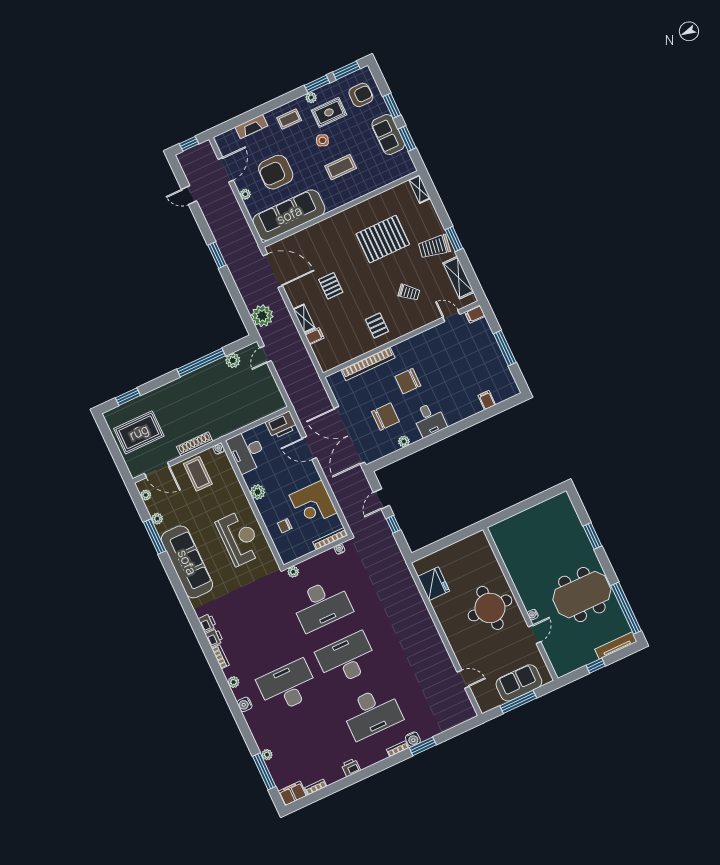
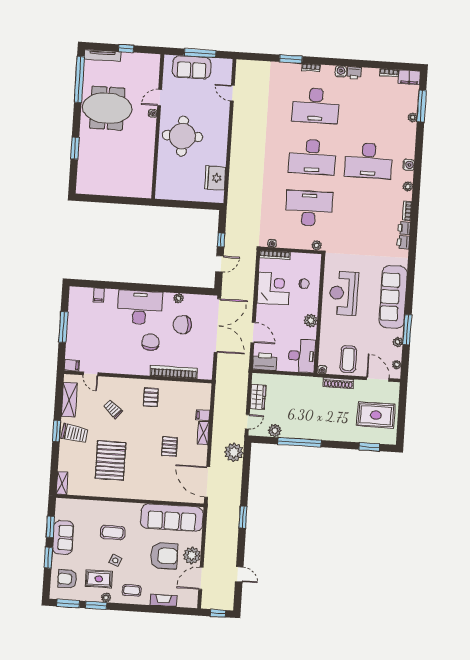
plant: (245, 194) -> (192, 555), width x1.88, depth x1.88
pallet: (383, 239) -> (111, 460), turned 90
chair: (408, 381) -> (150, 342), turned -90
wardrobe: (269, 385) -> (258, 397), added
desk: (429, 420) -> (140, 307), width x1.87, depth x1.30
desk: (372, 713) -> (316, 106), turned 180
water cooler: (413, 739) -> (341, 72), moved

